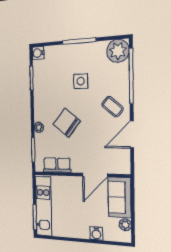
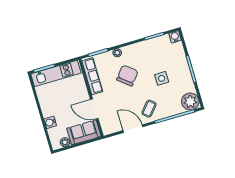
row of seats: (57, 165) -> (92, 76), width x1.48

